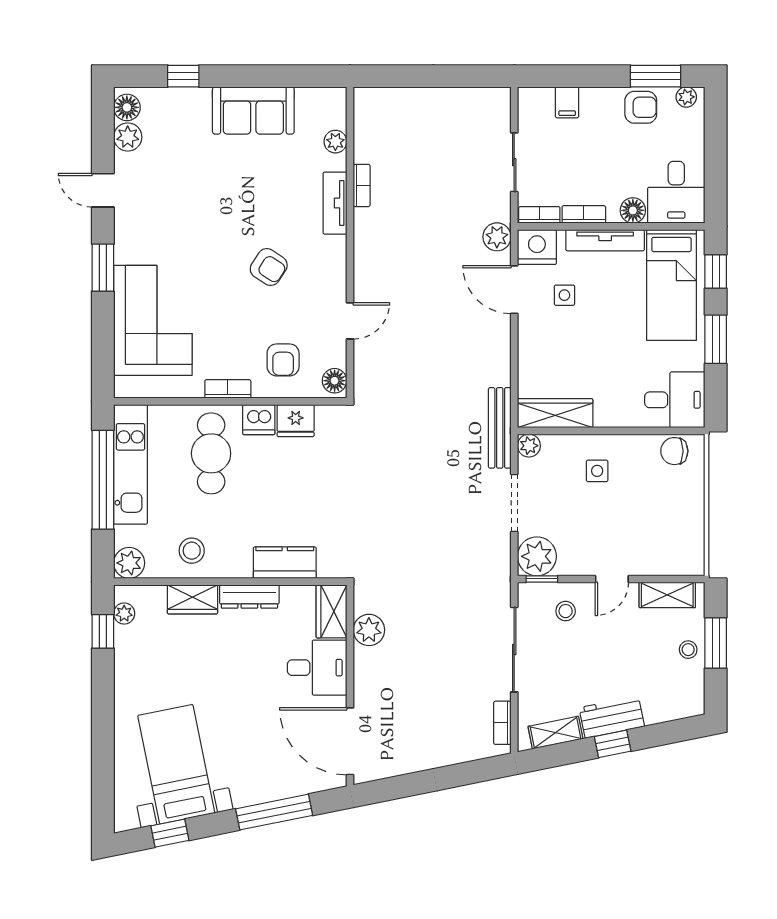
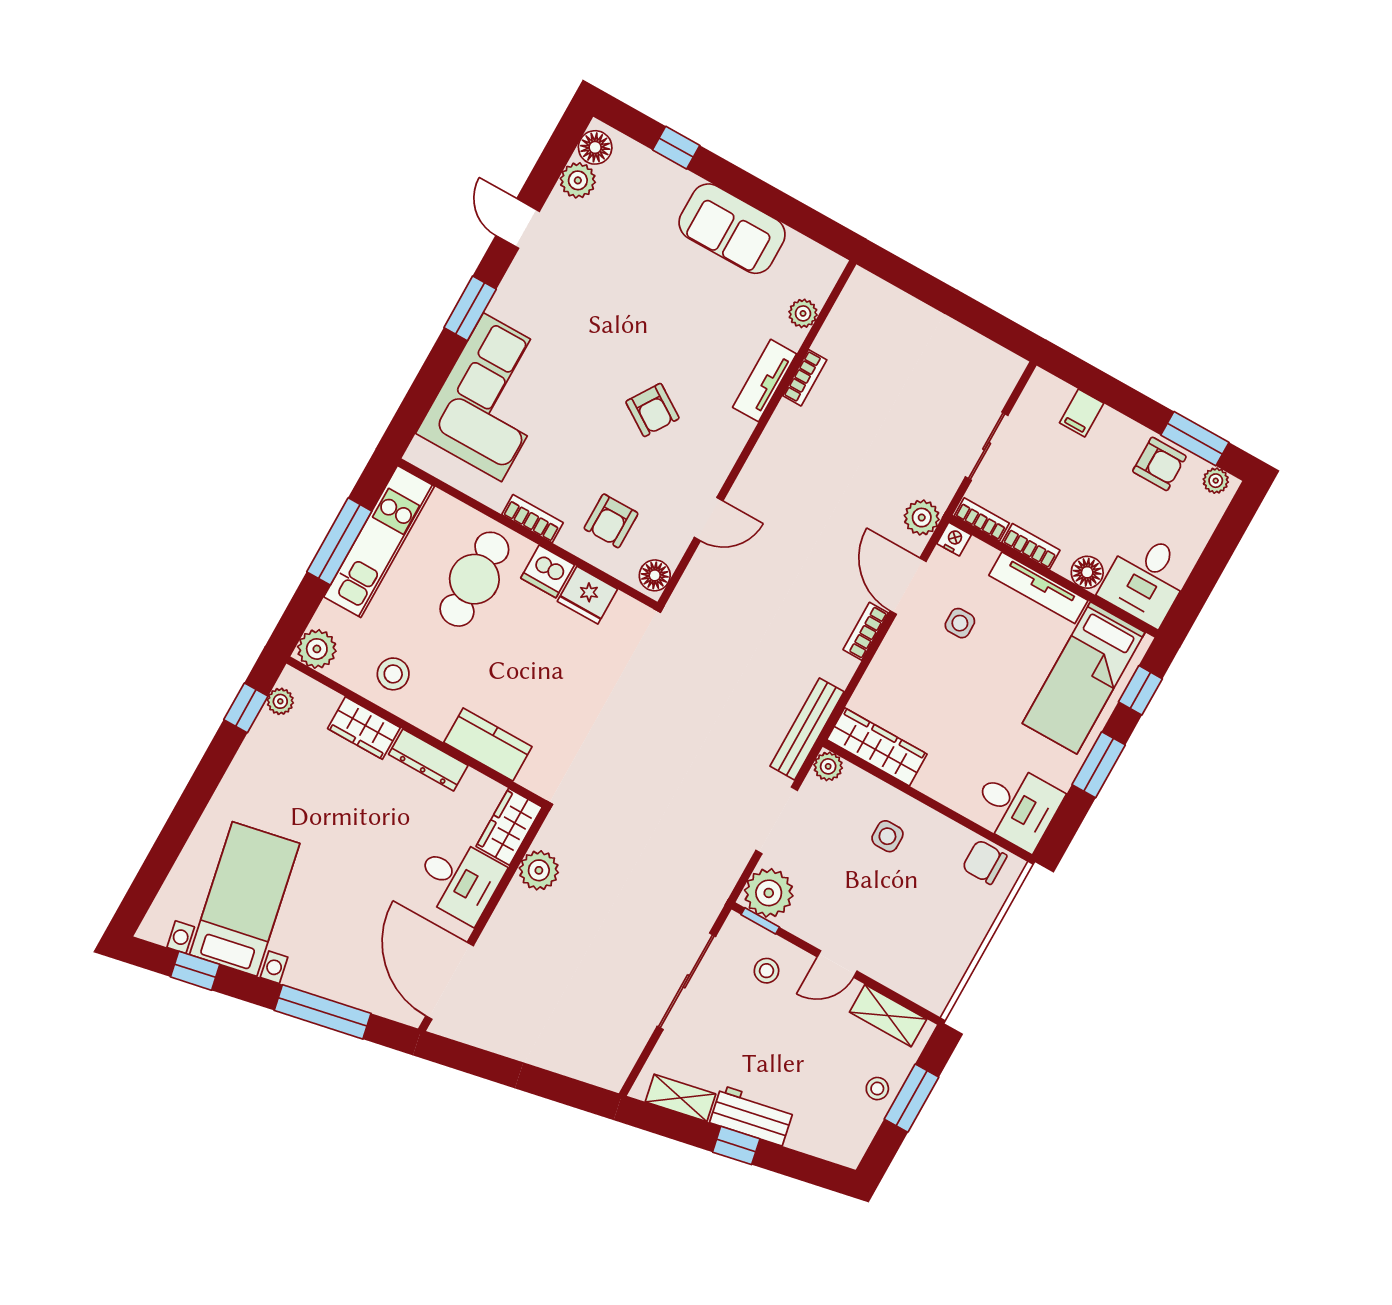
nightstand: (537, 247) -> (954, 539), width x0.53, depth x0.56
window: (103, 480) -> (339, 541), width x0.68
bookcase: (502, 723) -> (866, 631), moved

